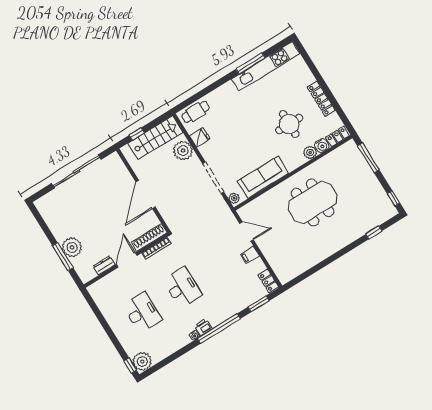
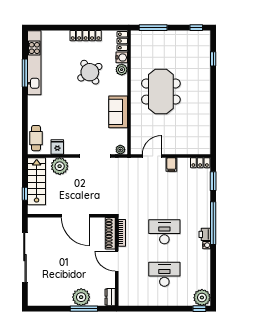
round table: (289, 124) -> (90, 72), turned -33
sofa: (263, 177) -> (118, 112), width x0.73
dresser: (104, 265) -> (110, 297), moved

